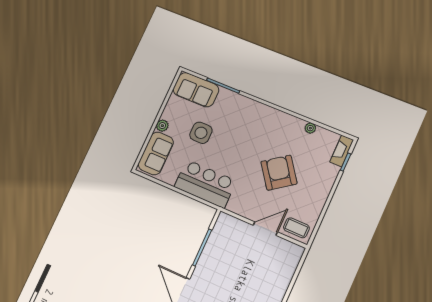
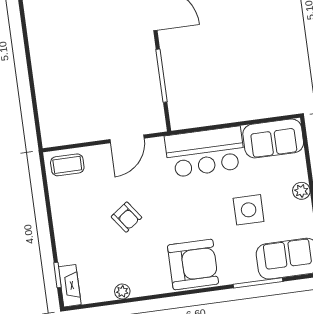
armchair: (256, 119) -> (193, 264), added
sofa: (156, 153) -> (273, 138), moved, turned -90
armchair: (279, 173) -> (126, 217), width x0.53, depth x0.53
door: (265, 229) -> (127, 139), moved

